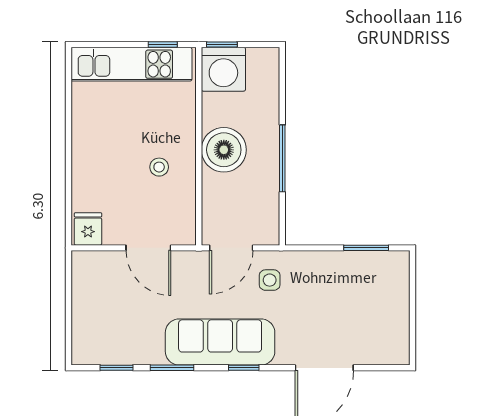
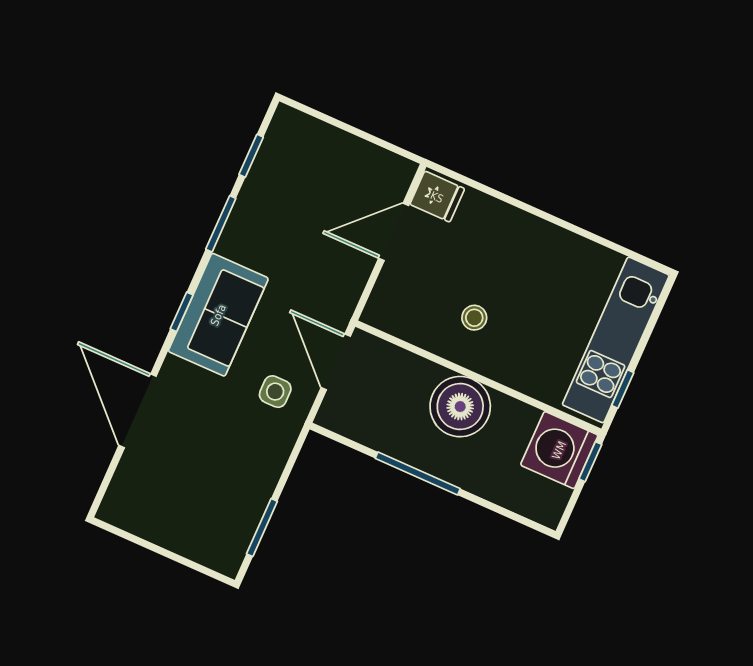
door: (148, 248) -> (394, 232), moved
sofa: (220, 342) -> (218, 315), width x0.73

